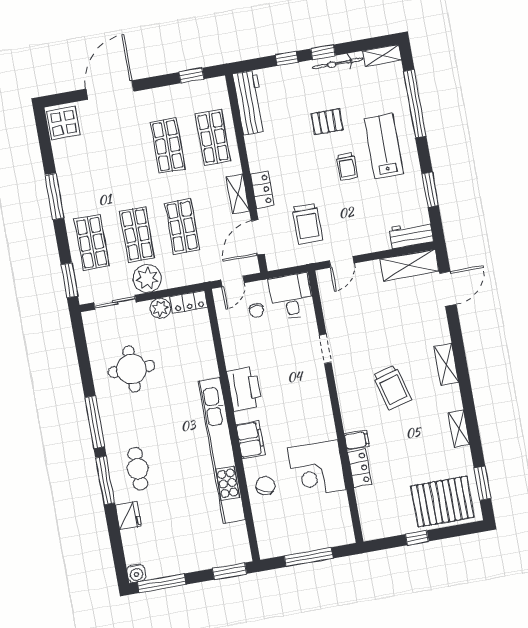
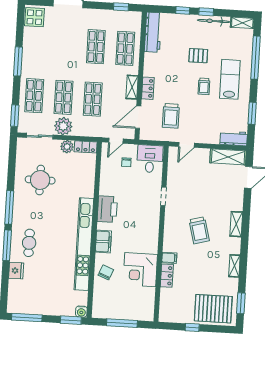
water cooler: (136, 573) -> (81, 312), moved

